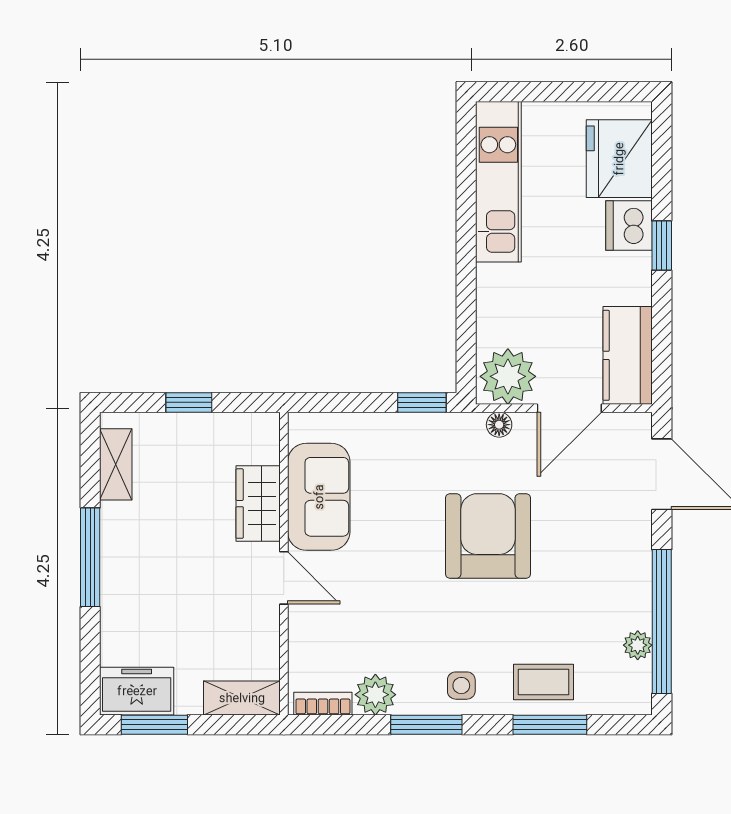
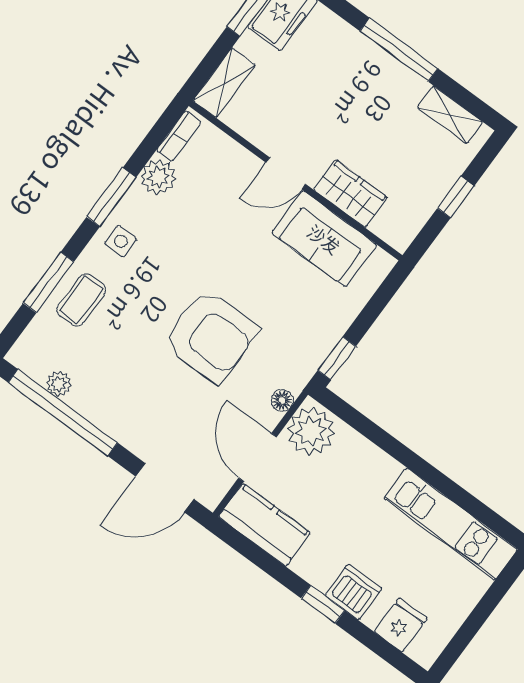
fridge: (619, 159) -> (401, 625), width x0.53, depth x0.75

